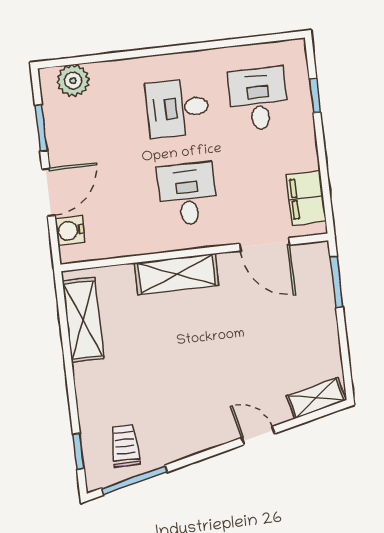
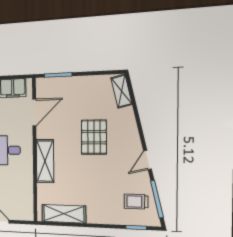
water cooler: (70, 230) -> (17, 213), removed
pallet: (231, 359) -> (94, 137), added
door: (258, 436) -> (148, 160), moved

